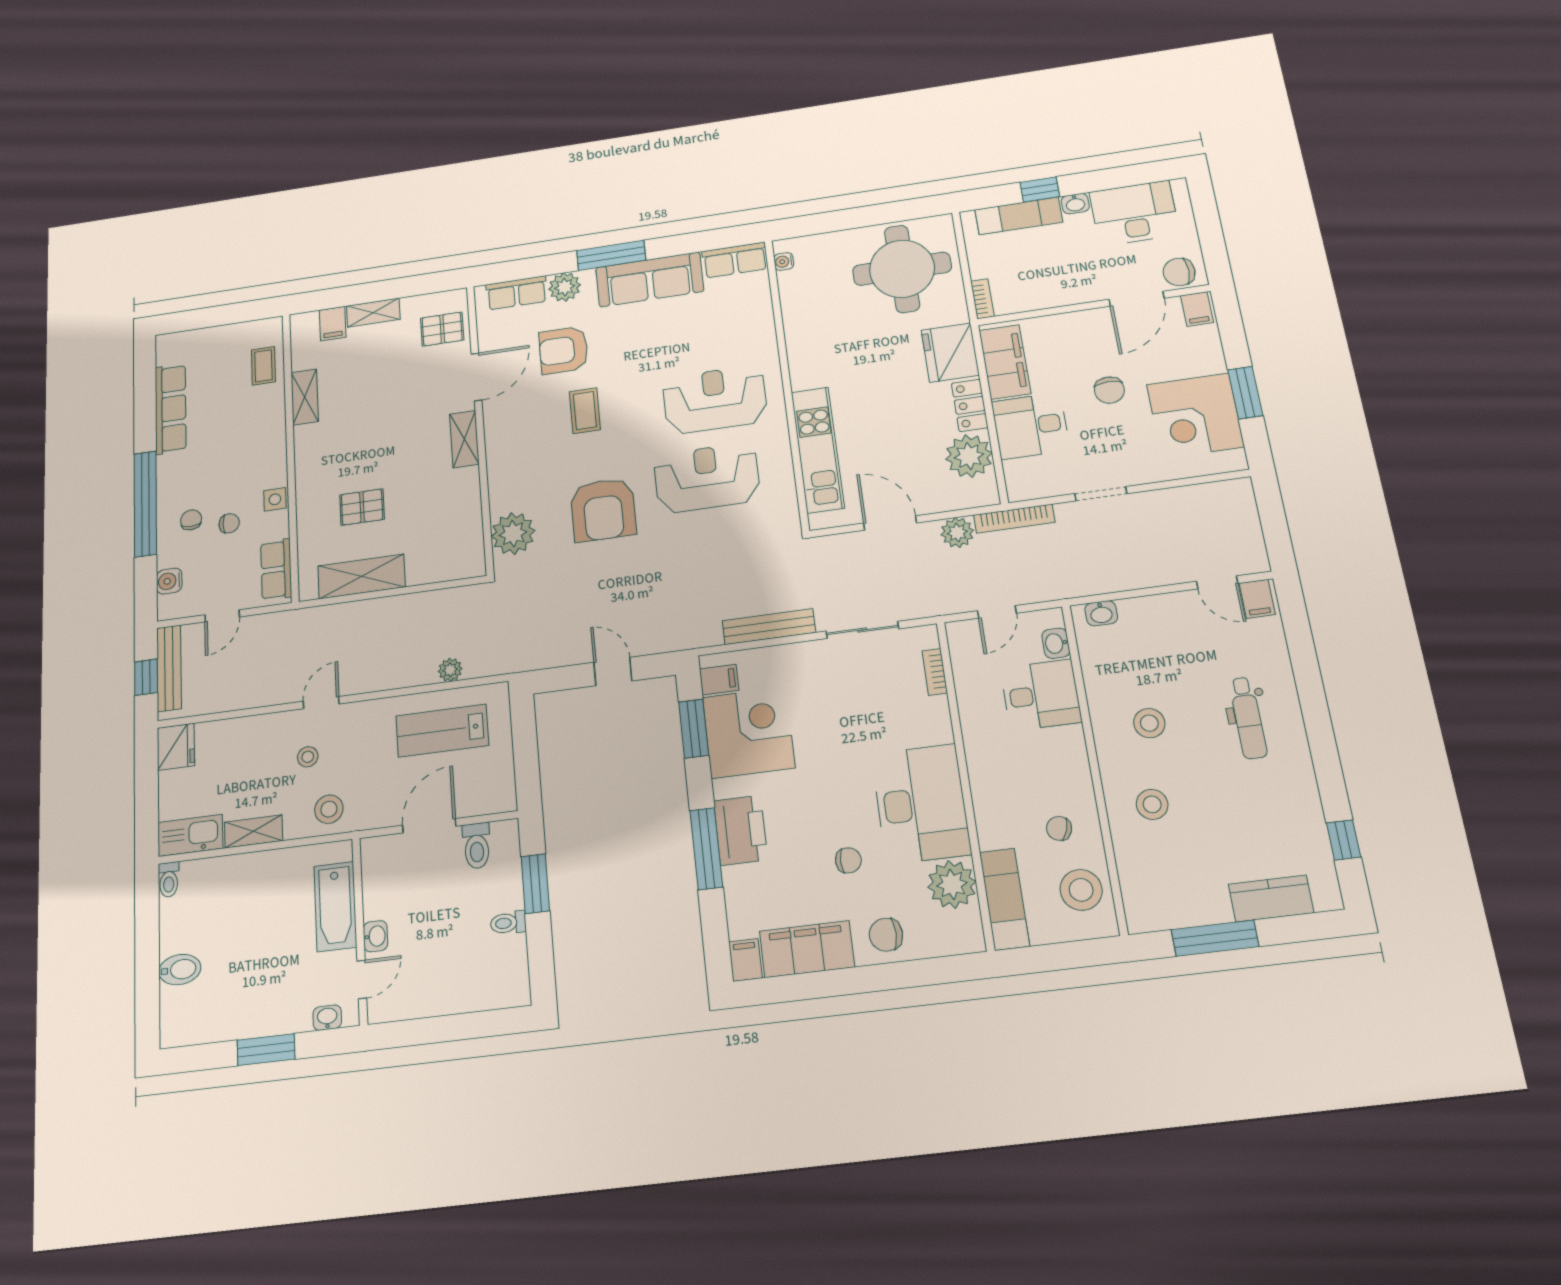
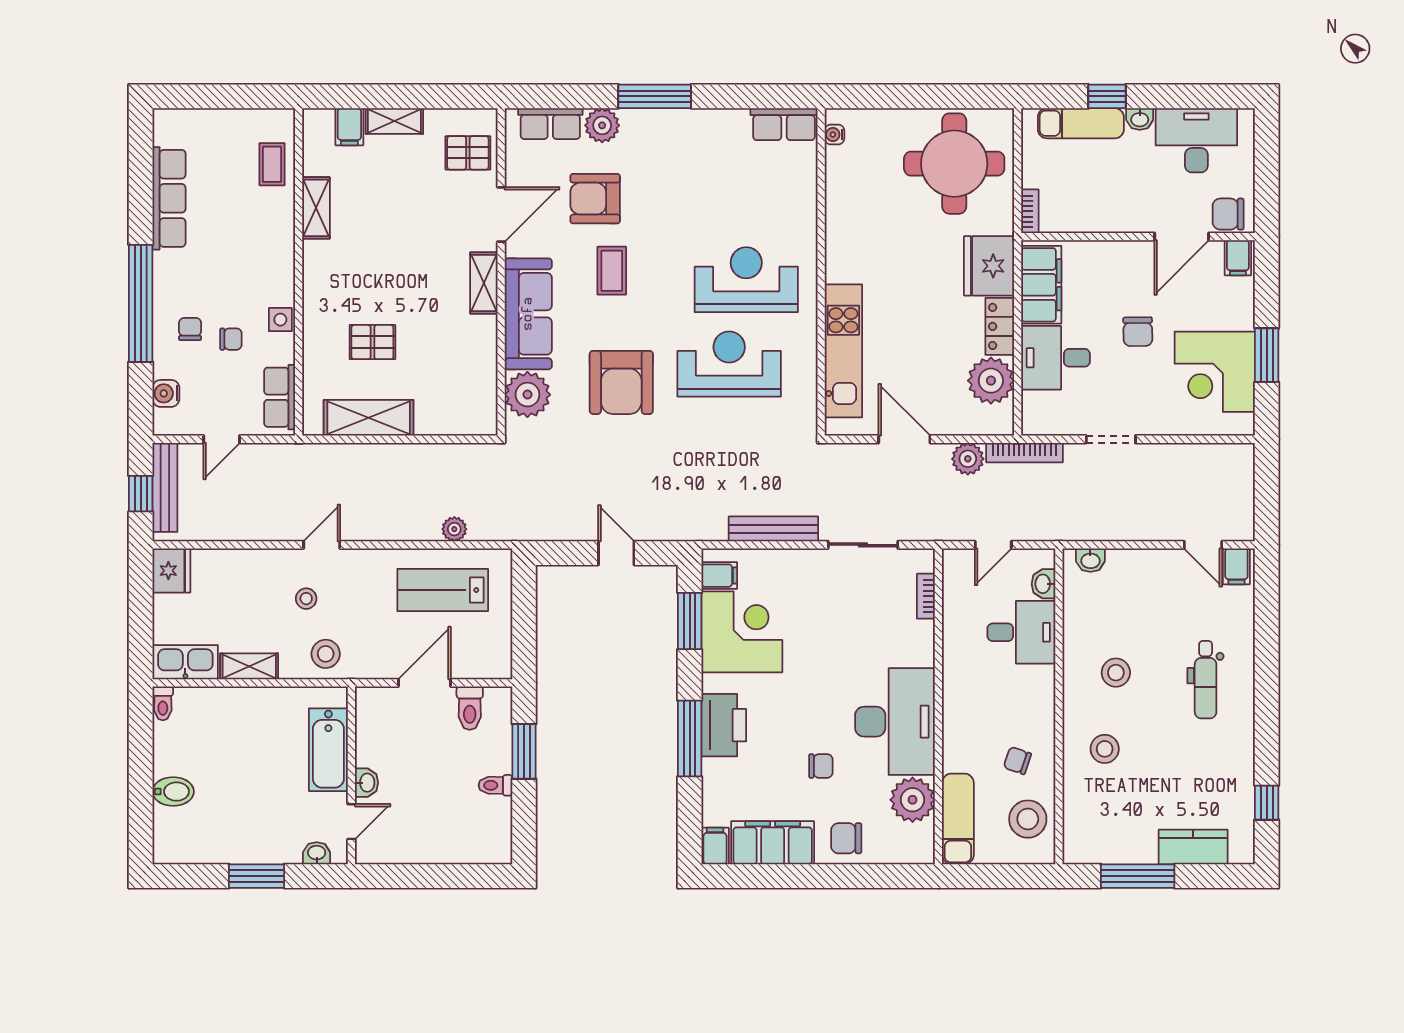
sofa: (650, 280) -> (528, 314), moved, turned -90

